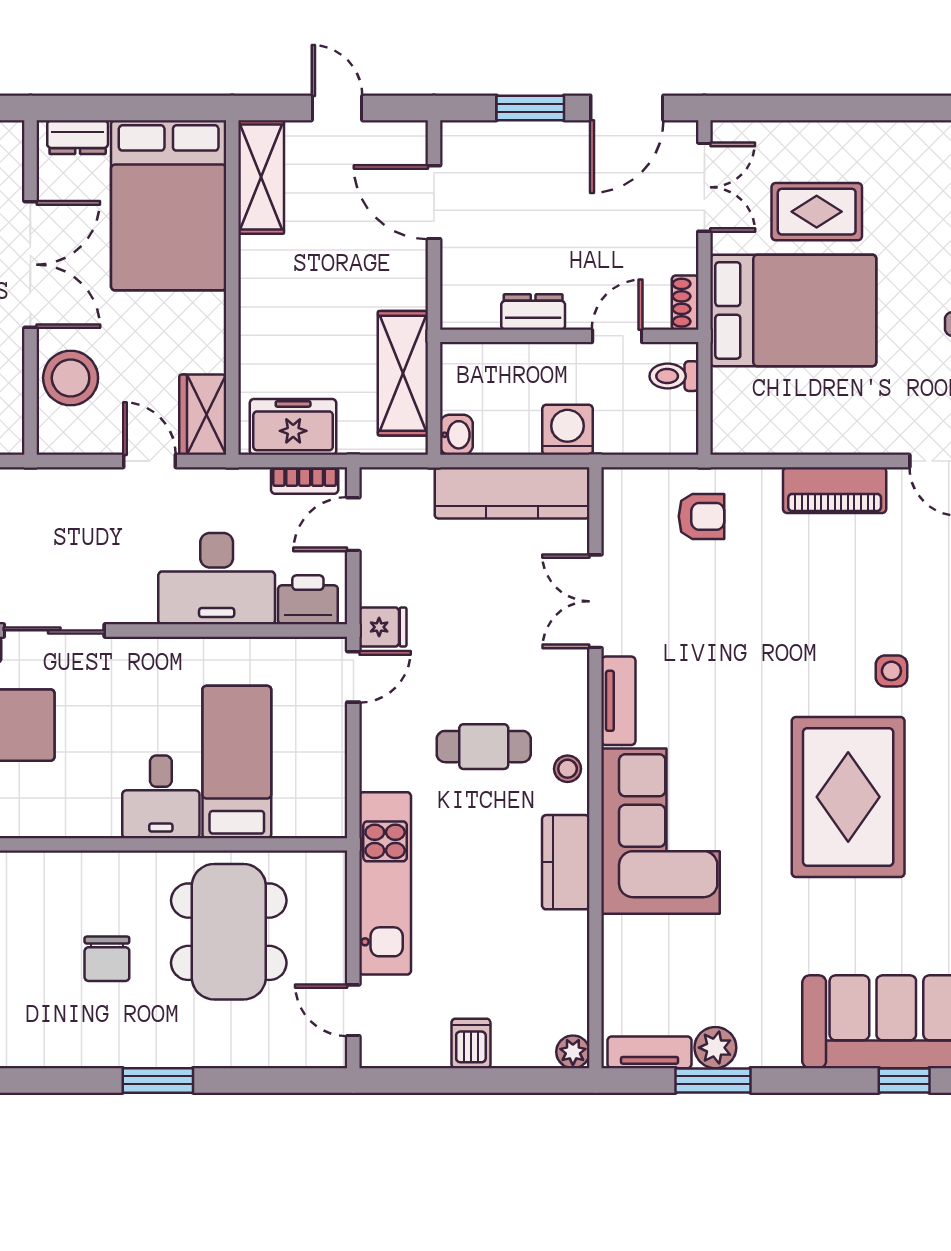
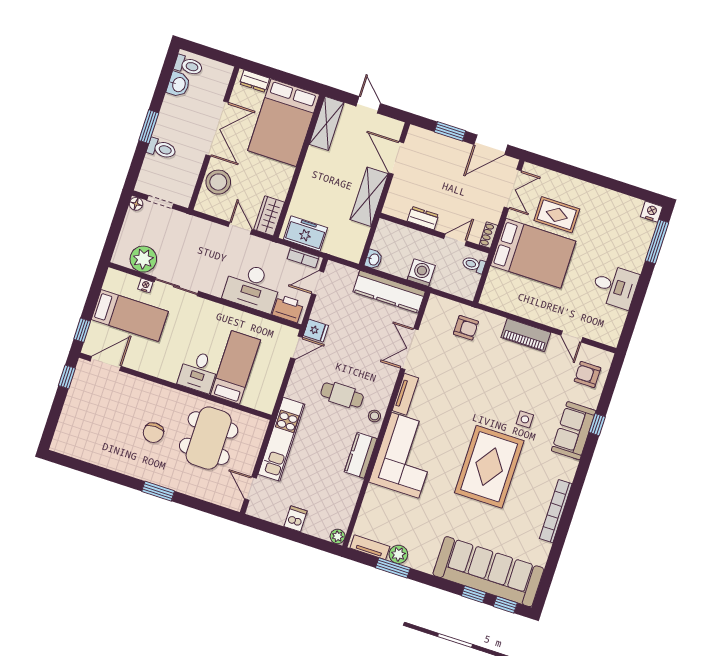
shelving: (403, 373) -> (369, 197), moved

